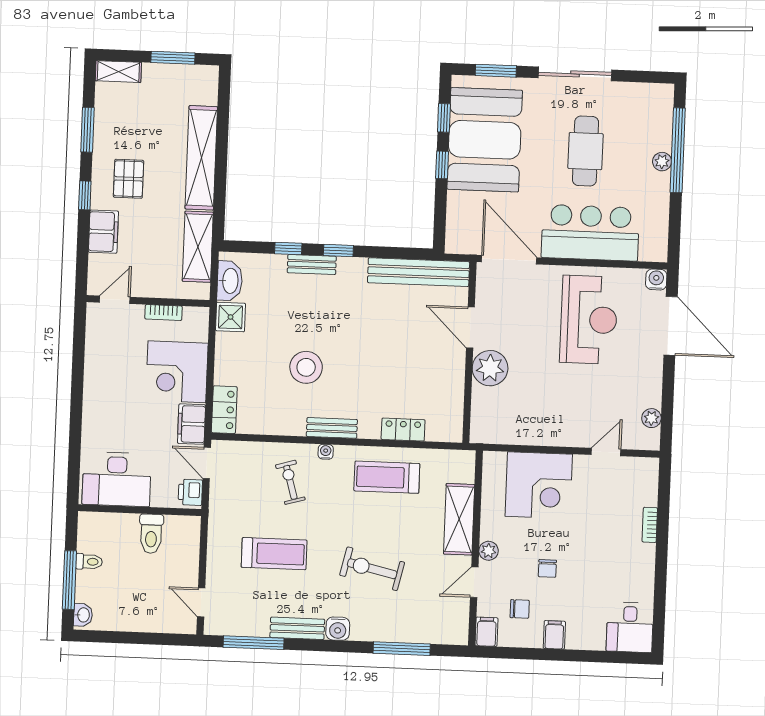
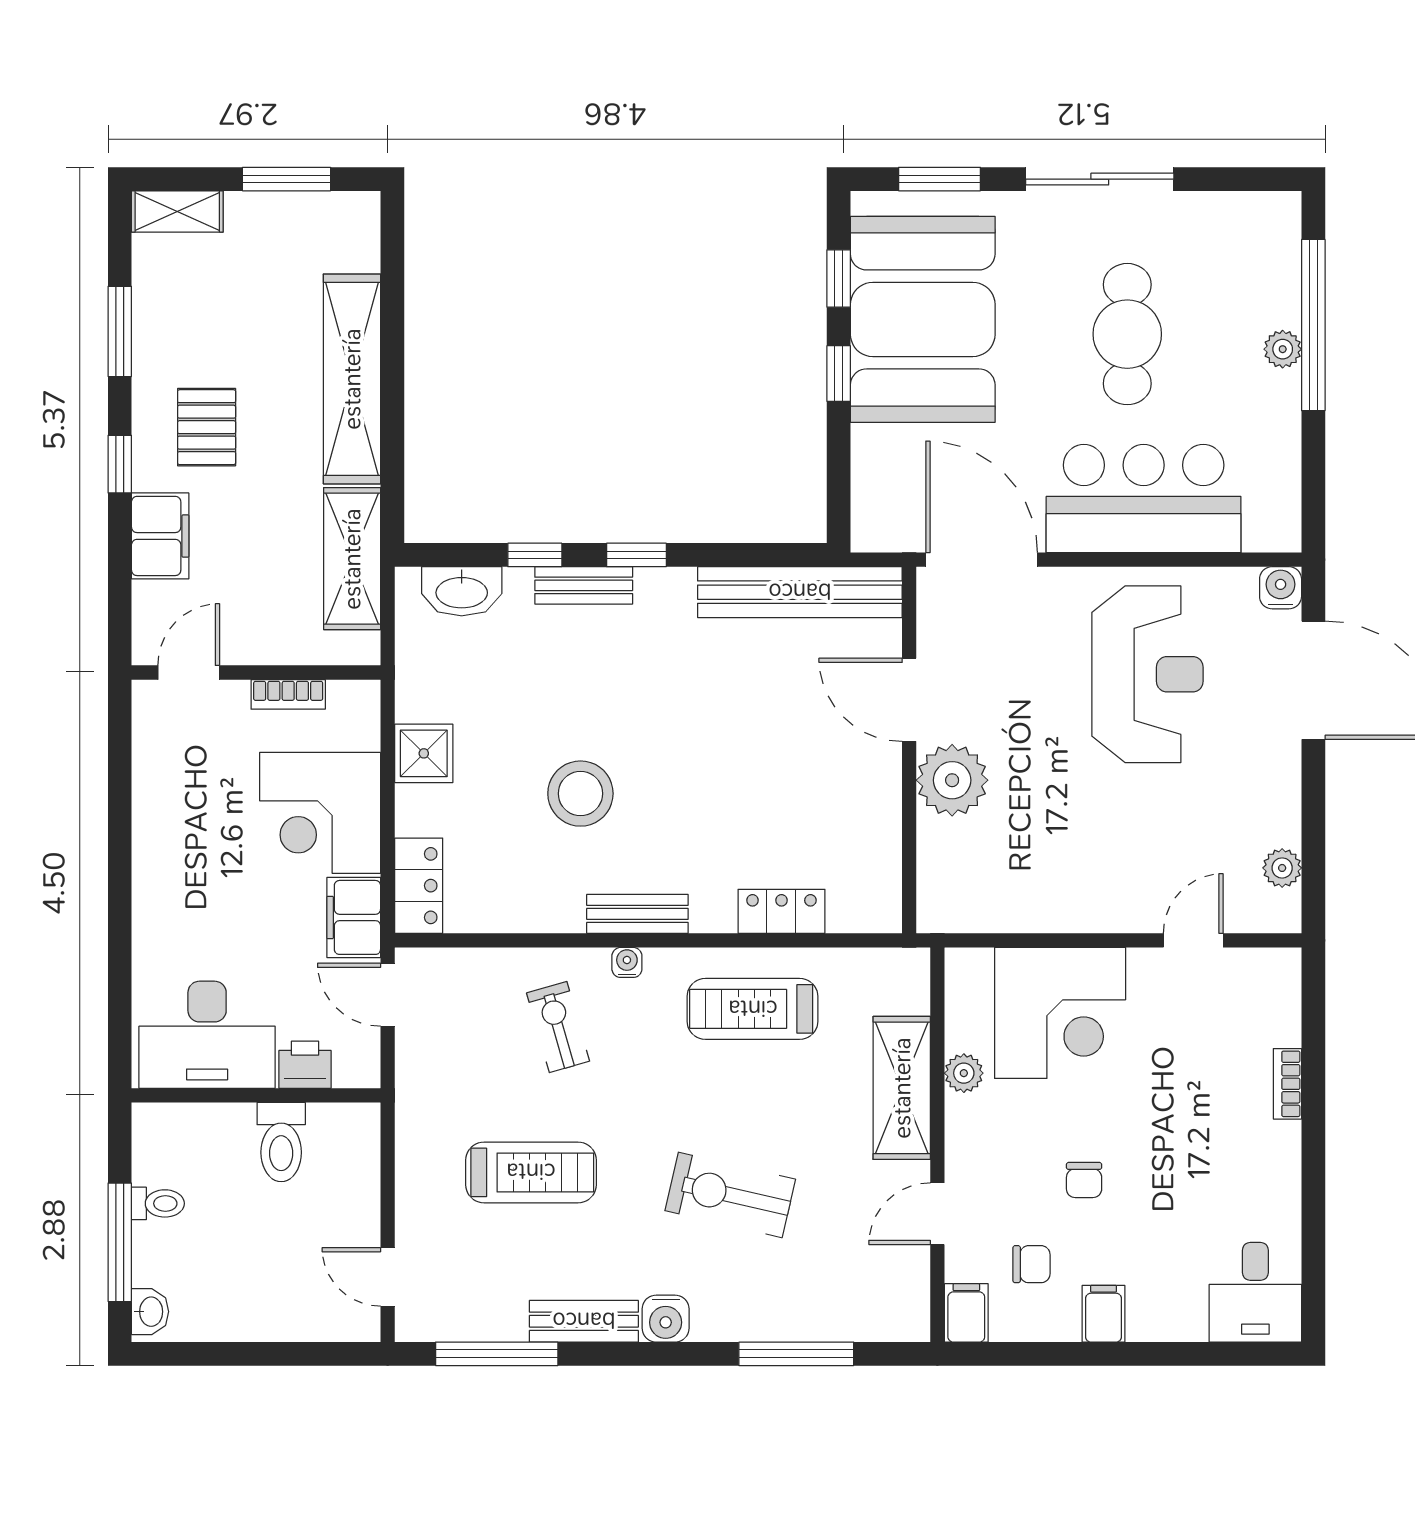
washbasin: (230, 281) -> (462, 591), moved, turned 90
shower: (230, 317) -> (424, 753), moved
printer: (190, 492) -> (305, 1065), moved, turned 90
plant: (489, 551) -> (964, 1073), moved

